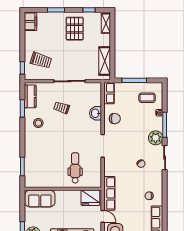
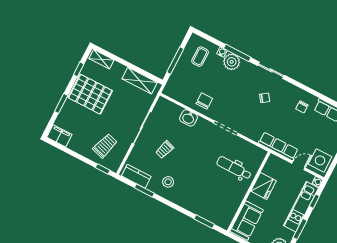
pallet: (75, 29) -> (90, 94), width x1.37, depth x1.41
row of seats: (109, 93) -> (175, 93), removed
plant: (156, 138) -> (232, 62), moved
fridge: (90, 198) -> (263, 186), moved

